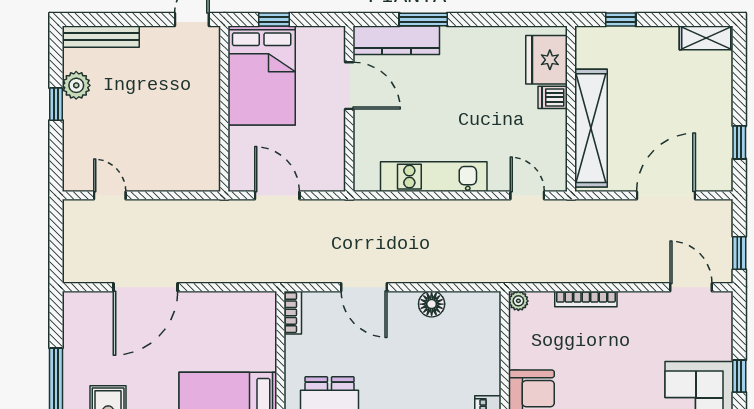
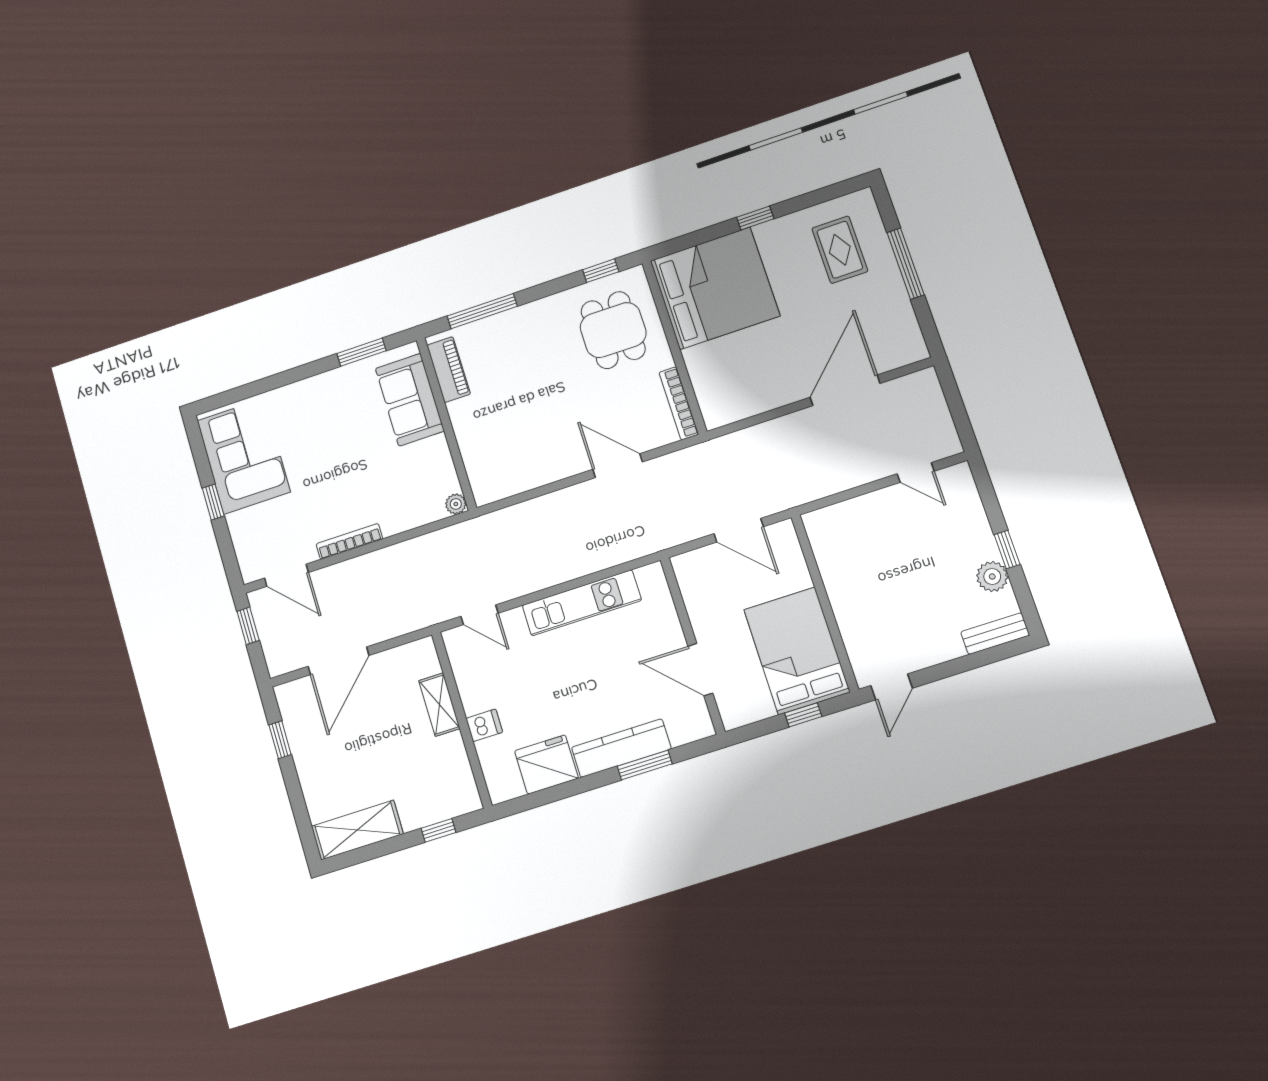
bench: (101, 37) -> (995, 634), width x0.73
shelving: (706, 38) -> (357, 830), width x1.50, depth x1.33
kitchen counter: (396, 40) -> (621, 748), moved
fridge: (547, 60) -> (546, 765), moved, turned -90
shelving: (591, 128) -> (439, 705), width x0.45, depth x0.75
bookcase: (586, 299) -> (349, 541), moved
floor lamp: (432, 304) -> (543, 471), removed
bookcase: (293, 313) -> (679, 403), width x1.56

